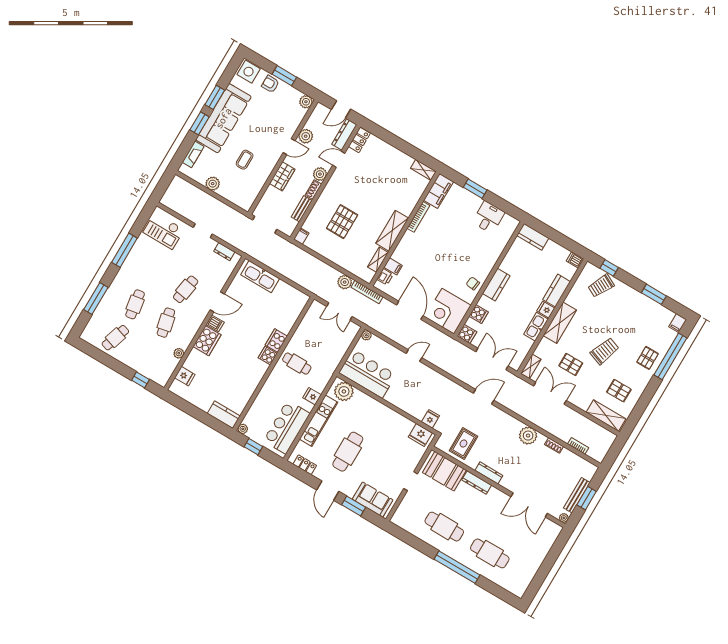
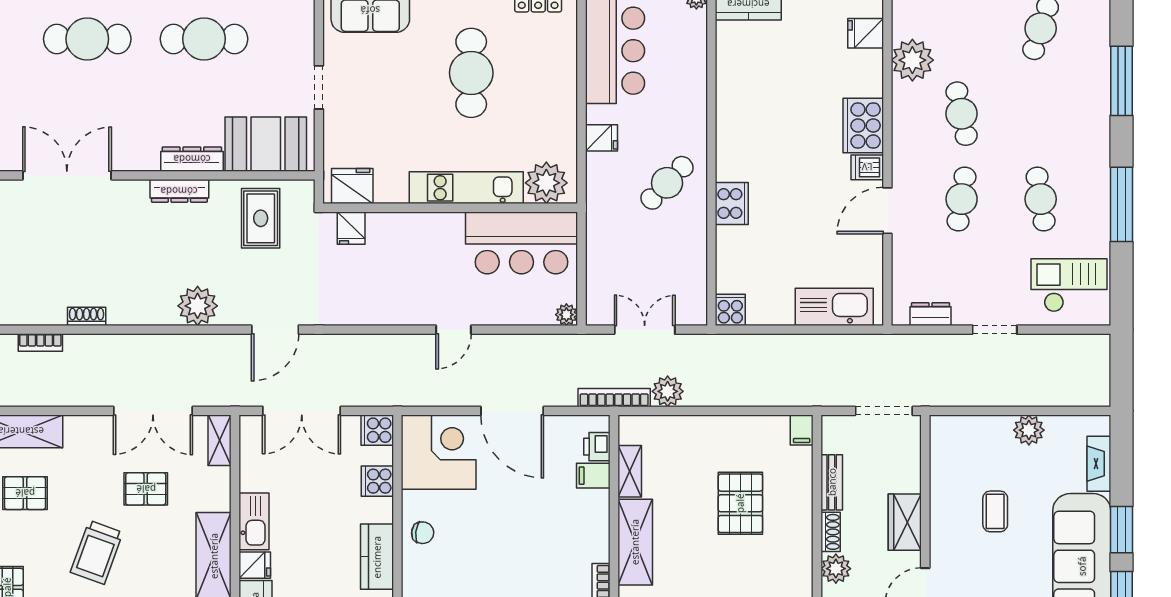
cafe table: (135, 304) -> (1041, 199), moved
plant: (179, 353) -> (912, 60), width x1.87, depth x1.87
cooker: (268, 356) -> (730, 310), moved, turned -90
cafe table: (297, 364) -> (667, 183), turned -46
kitchen unit: (319, 421) -> (466, 188), moved, turned 90
plant: (528, 436) -> (198, 306), moved

